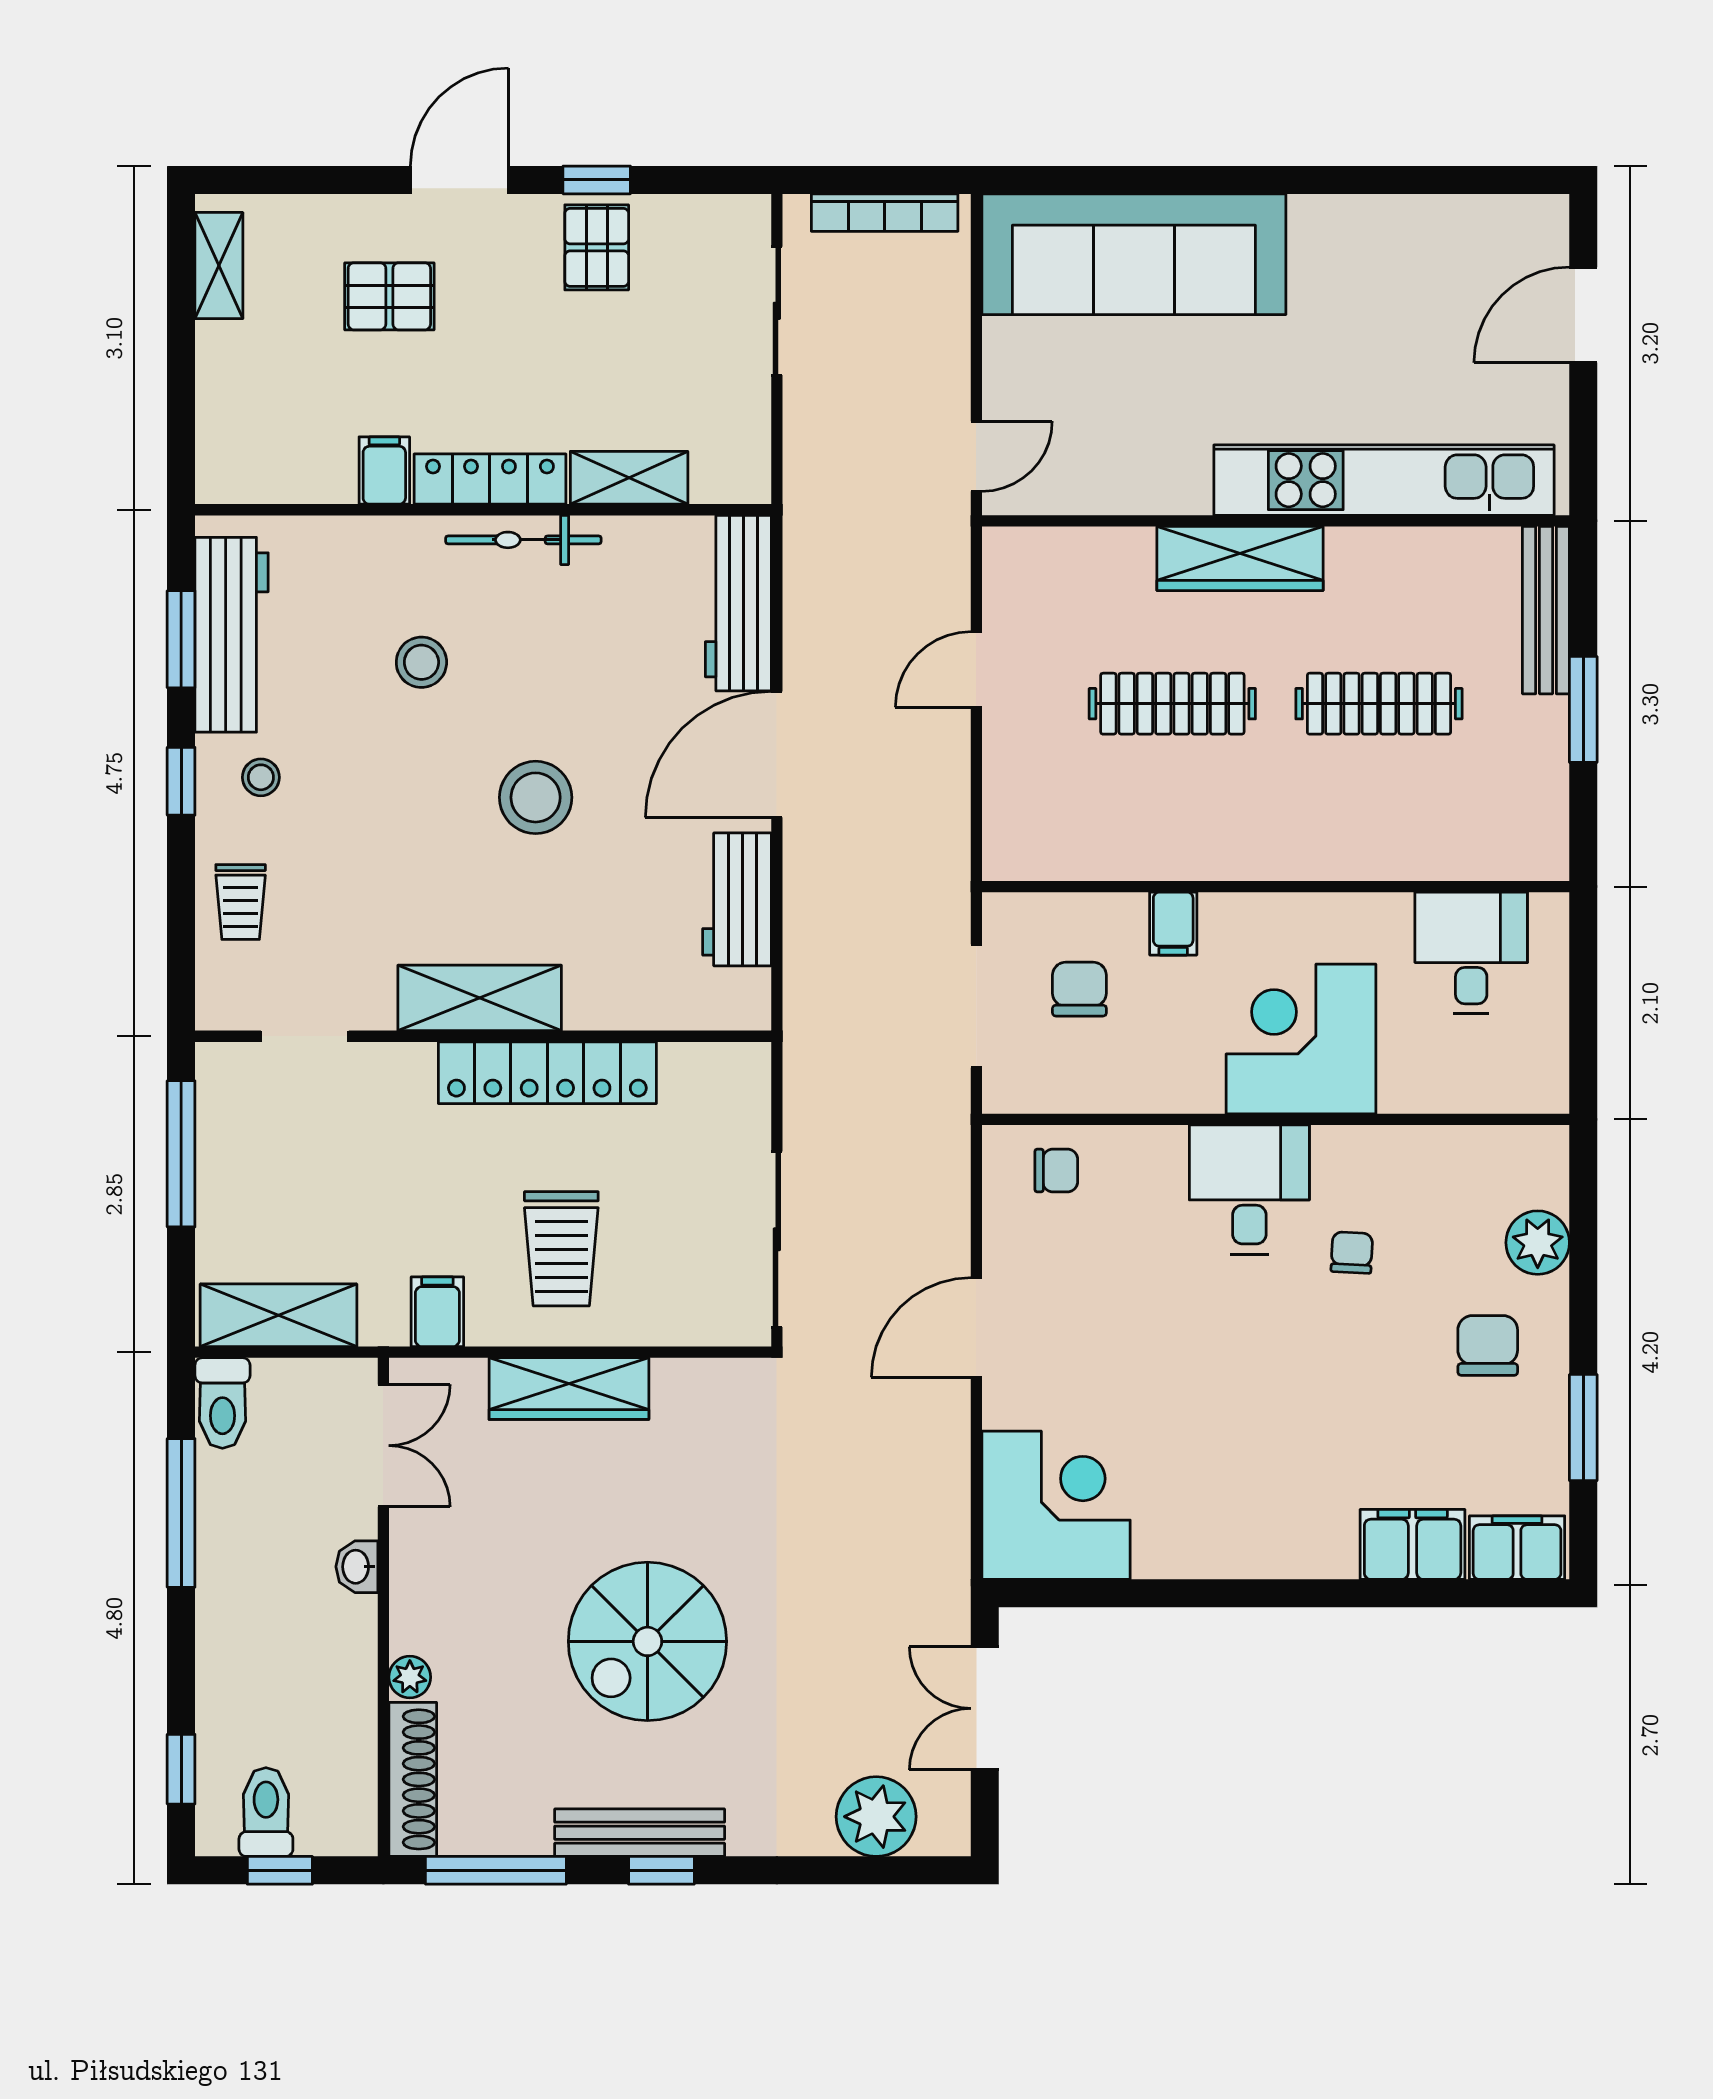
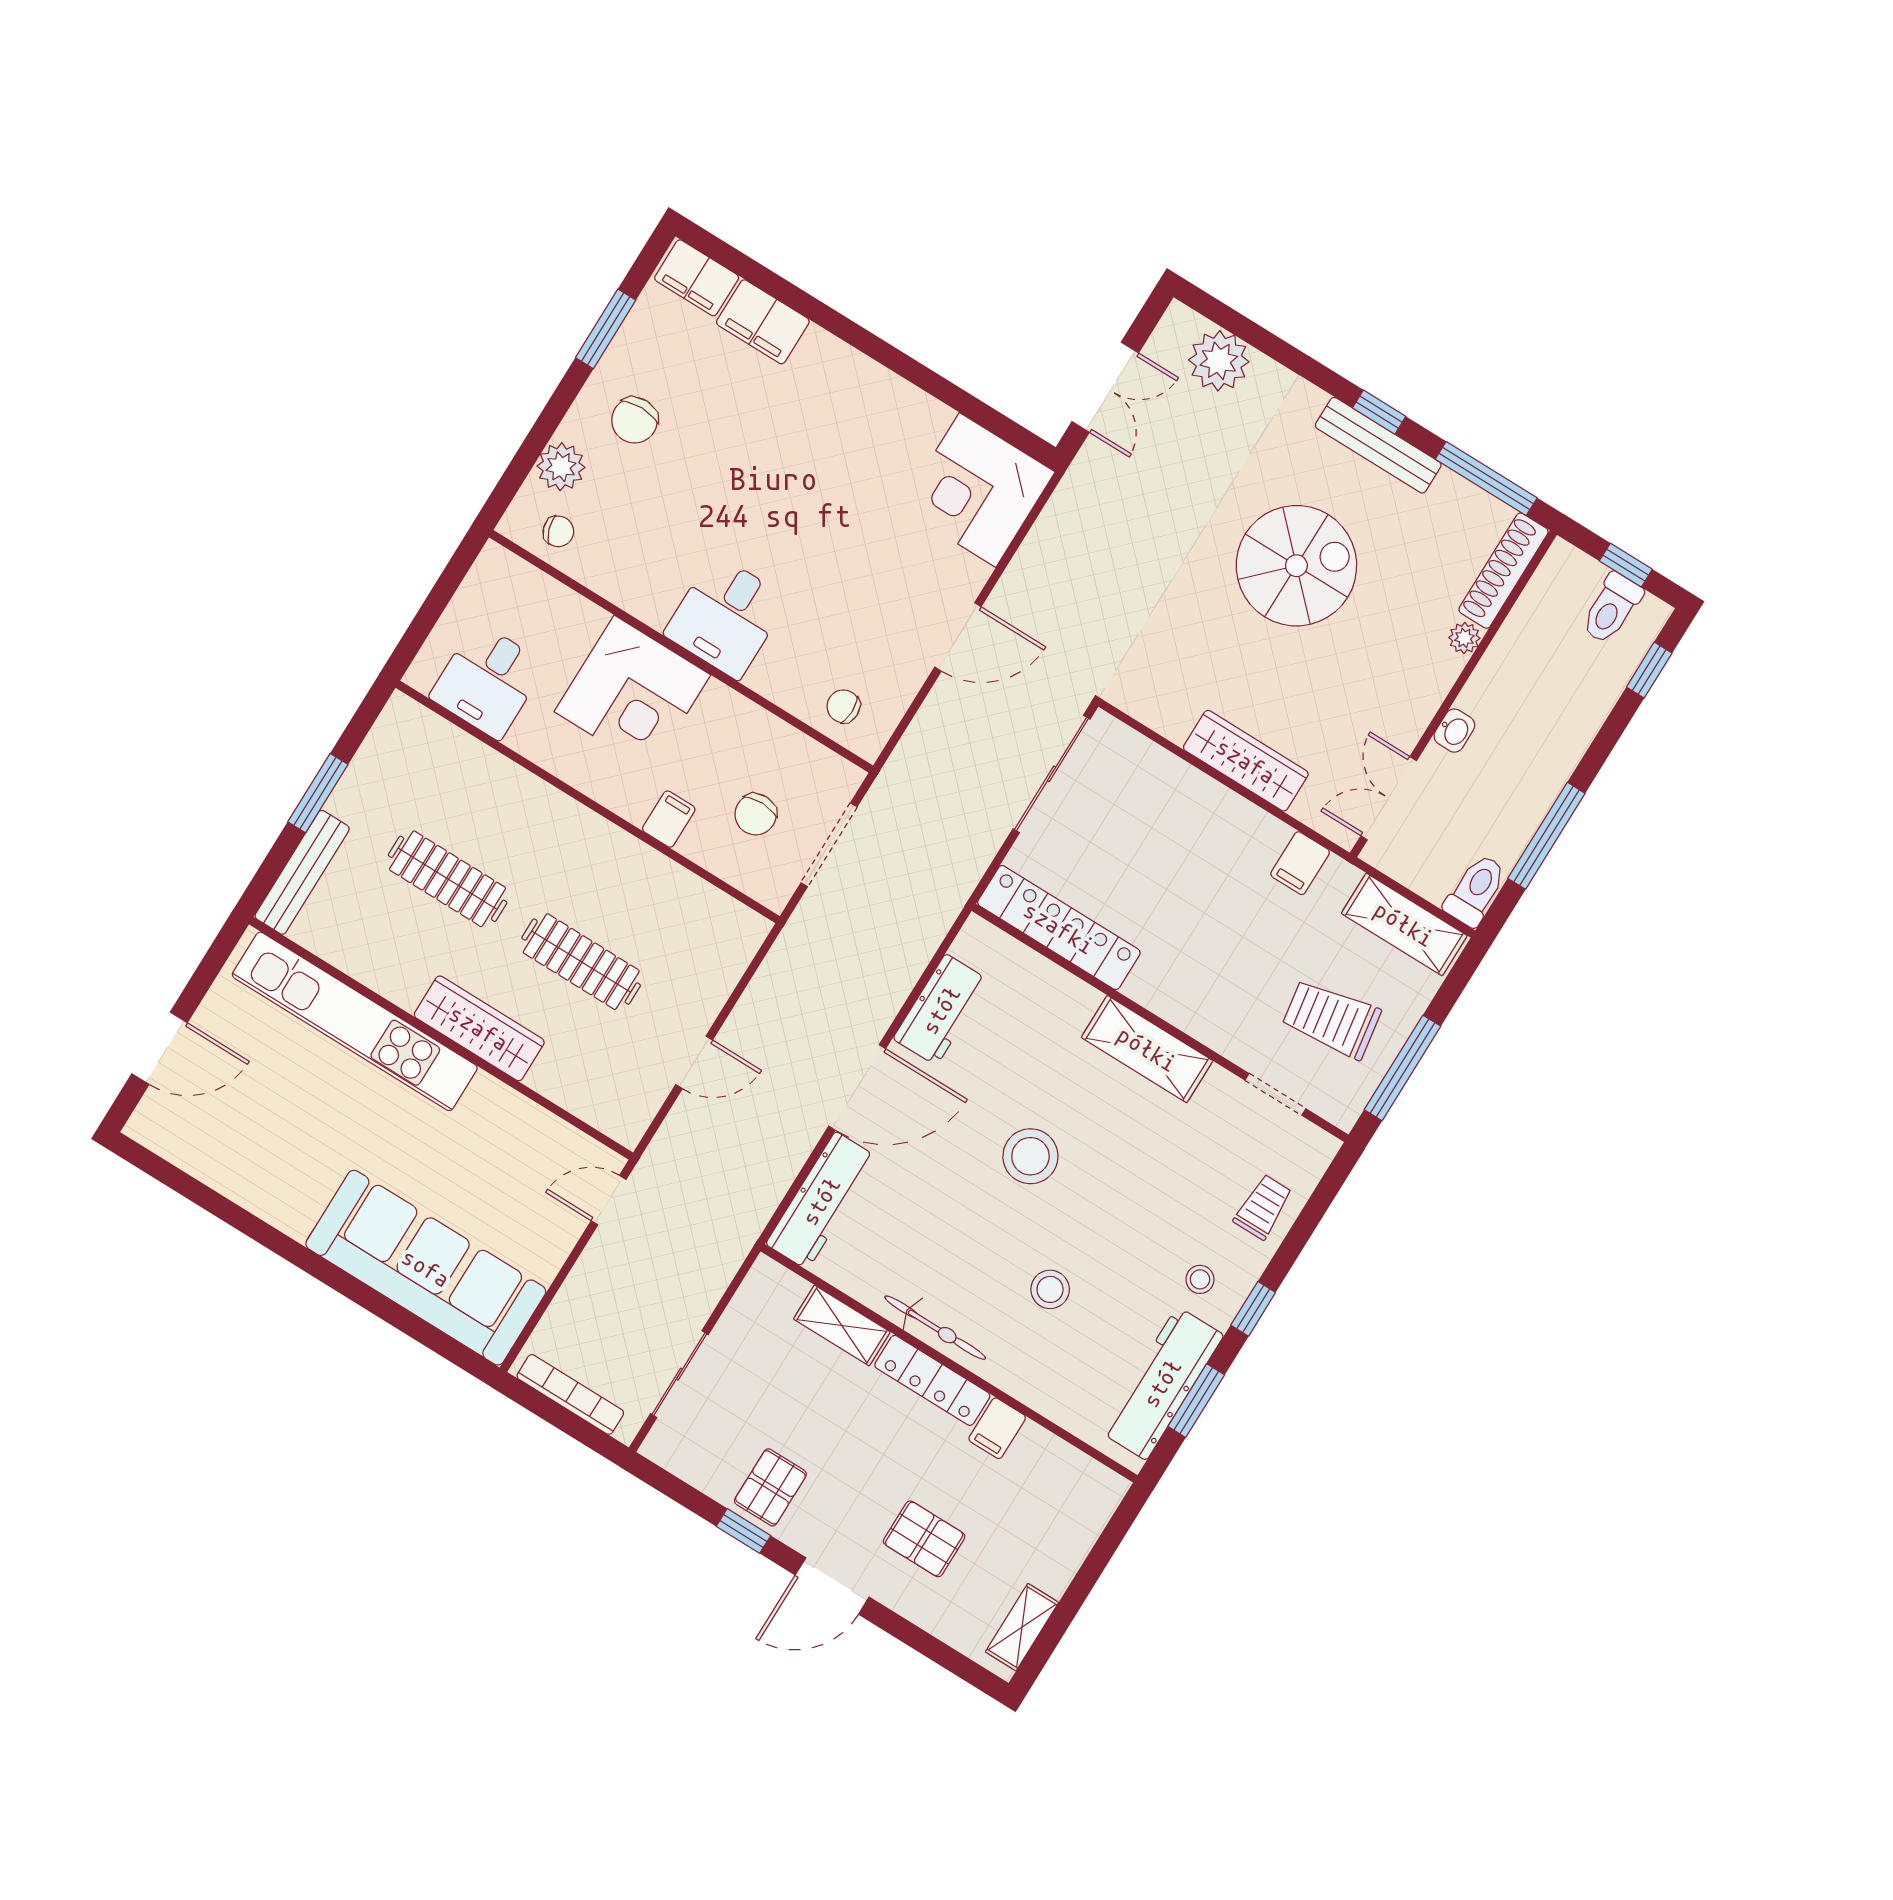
locker: (547, 1073) -> (1059, 928), moved
trolley: (561, 1249) -> (1331, 1019), moved, turned -99
chair: (1352, 1253) -> (558, 531), moved, turned -111

